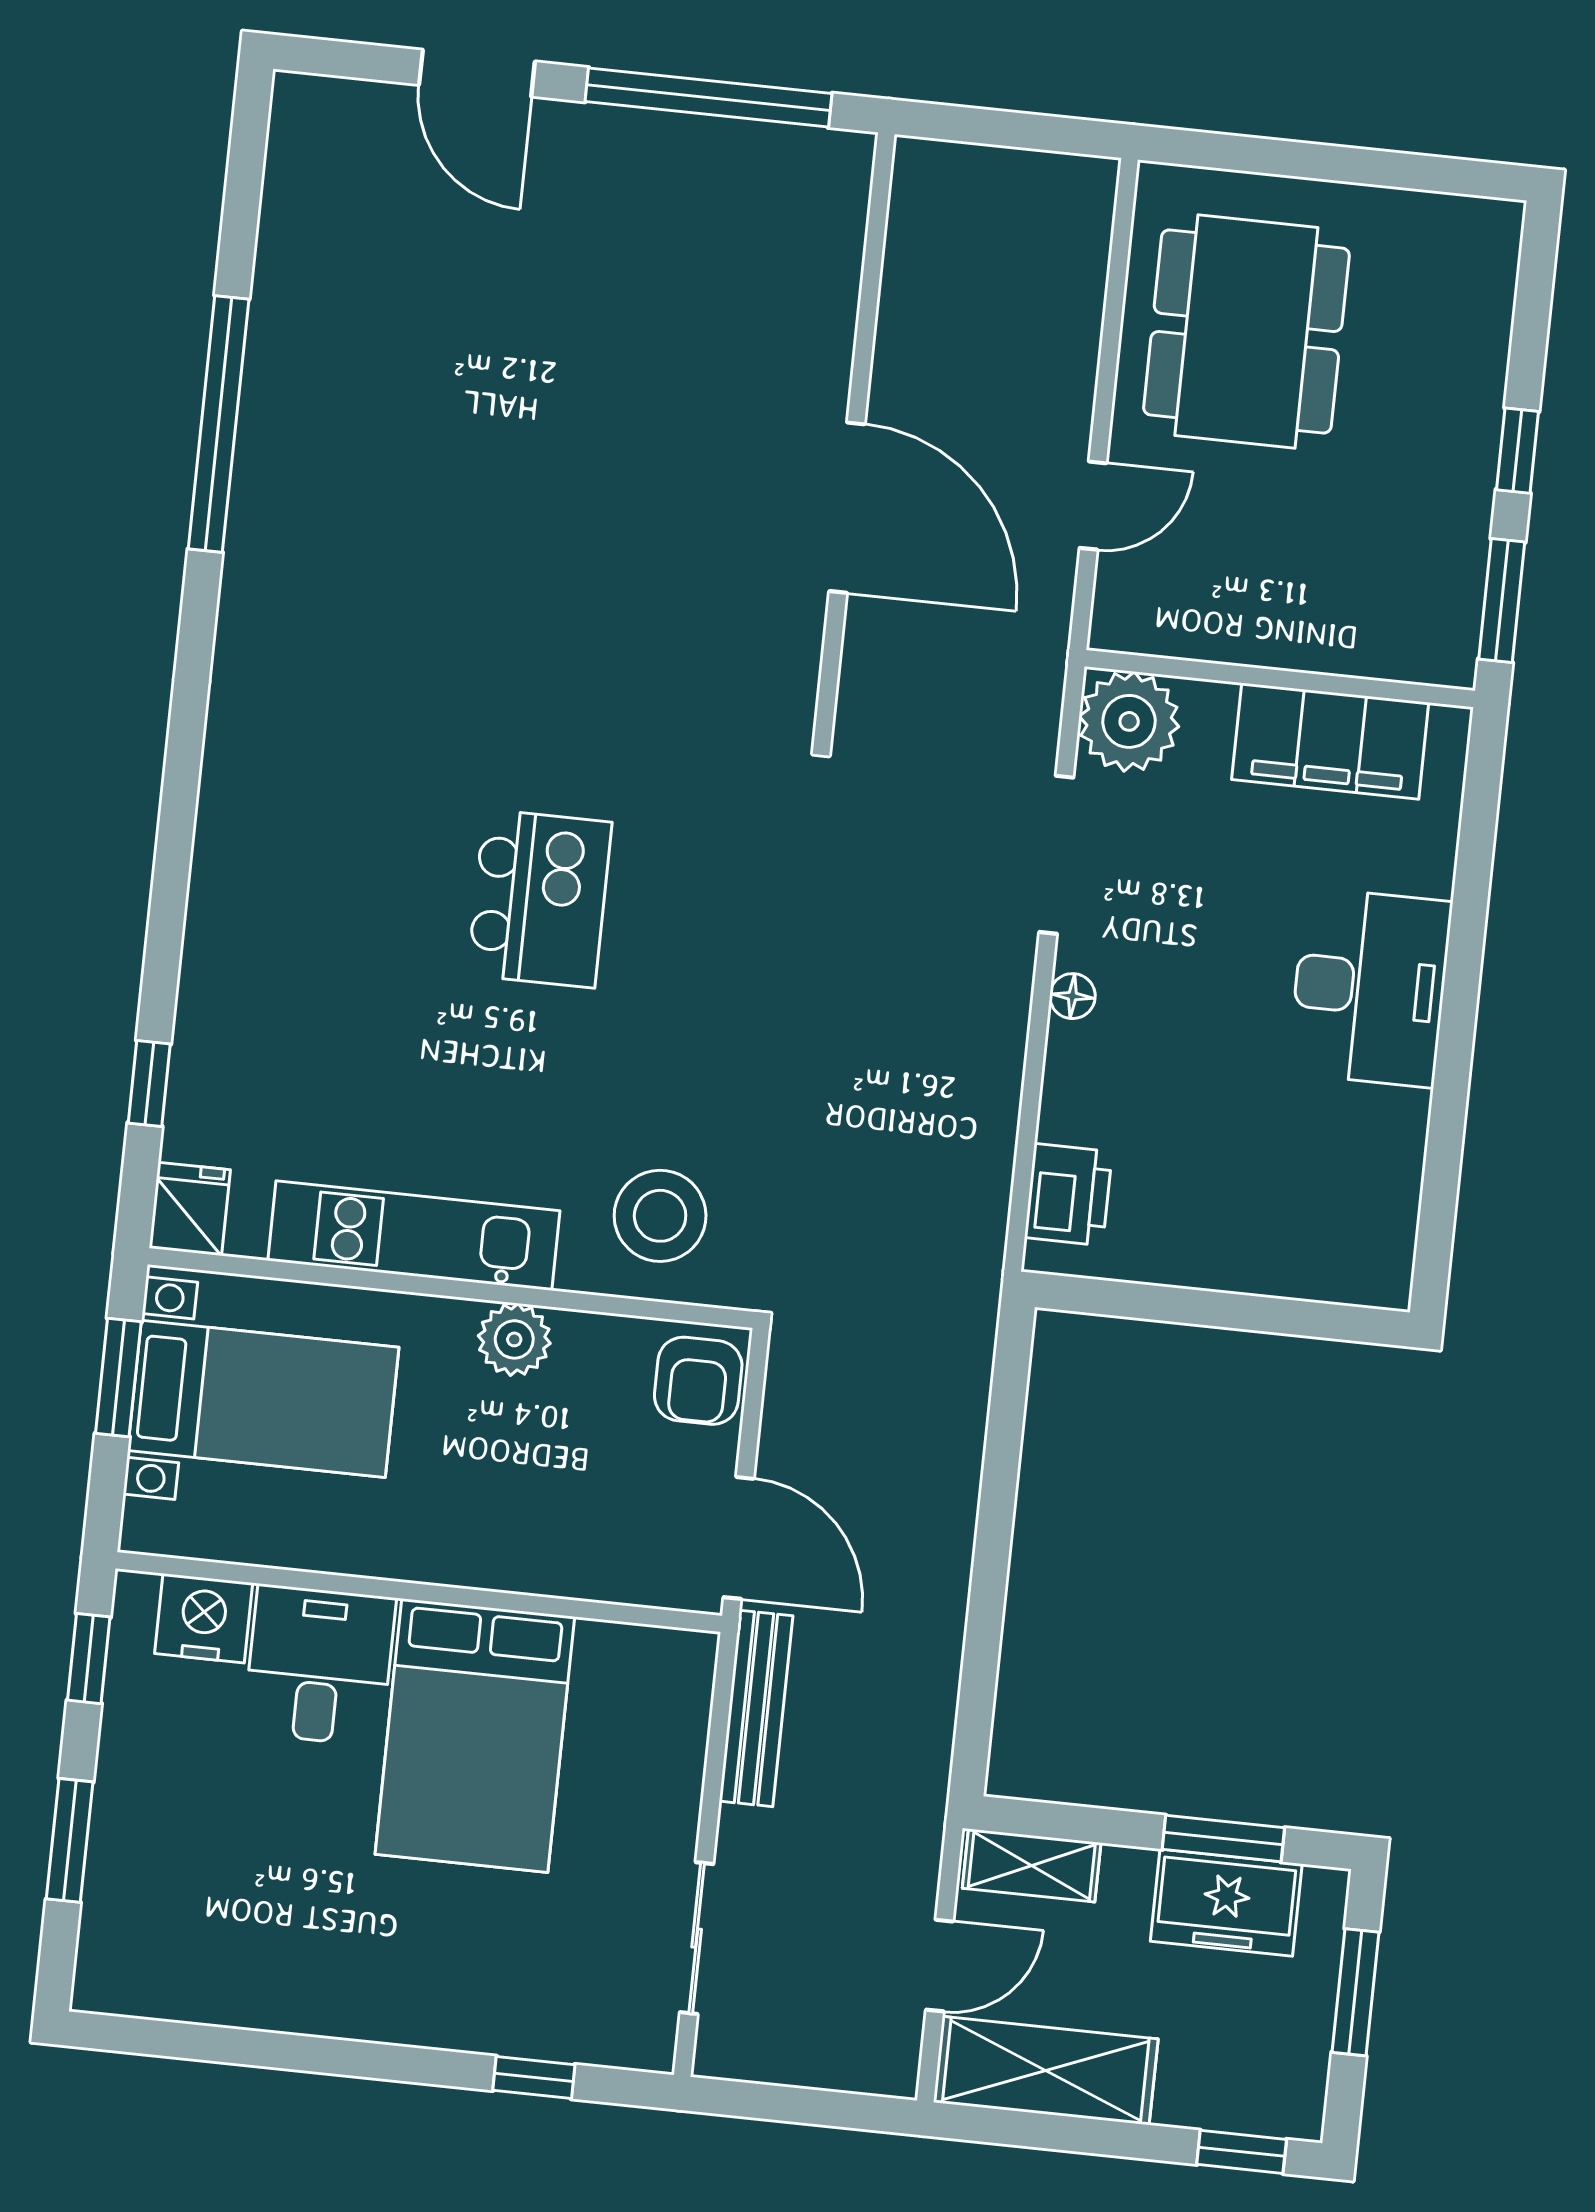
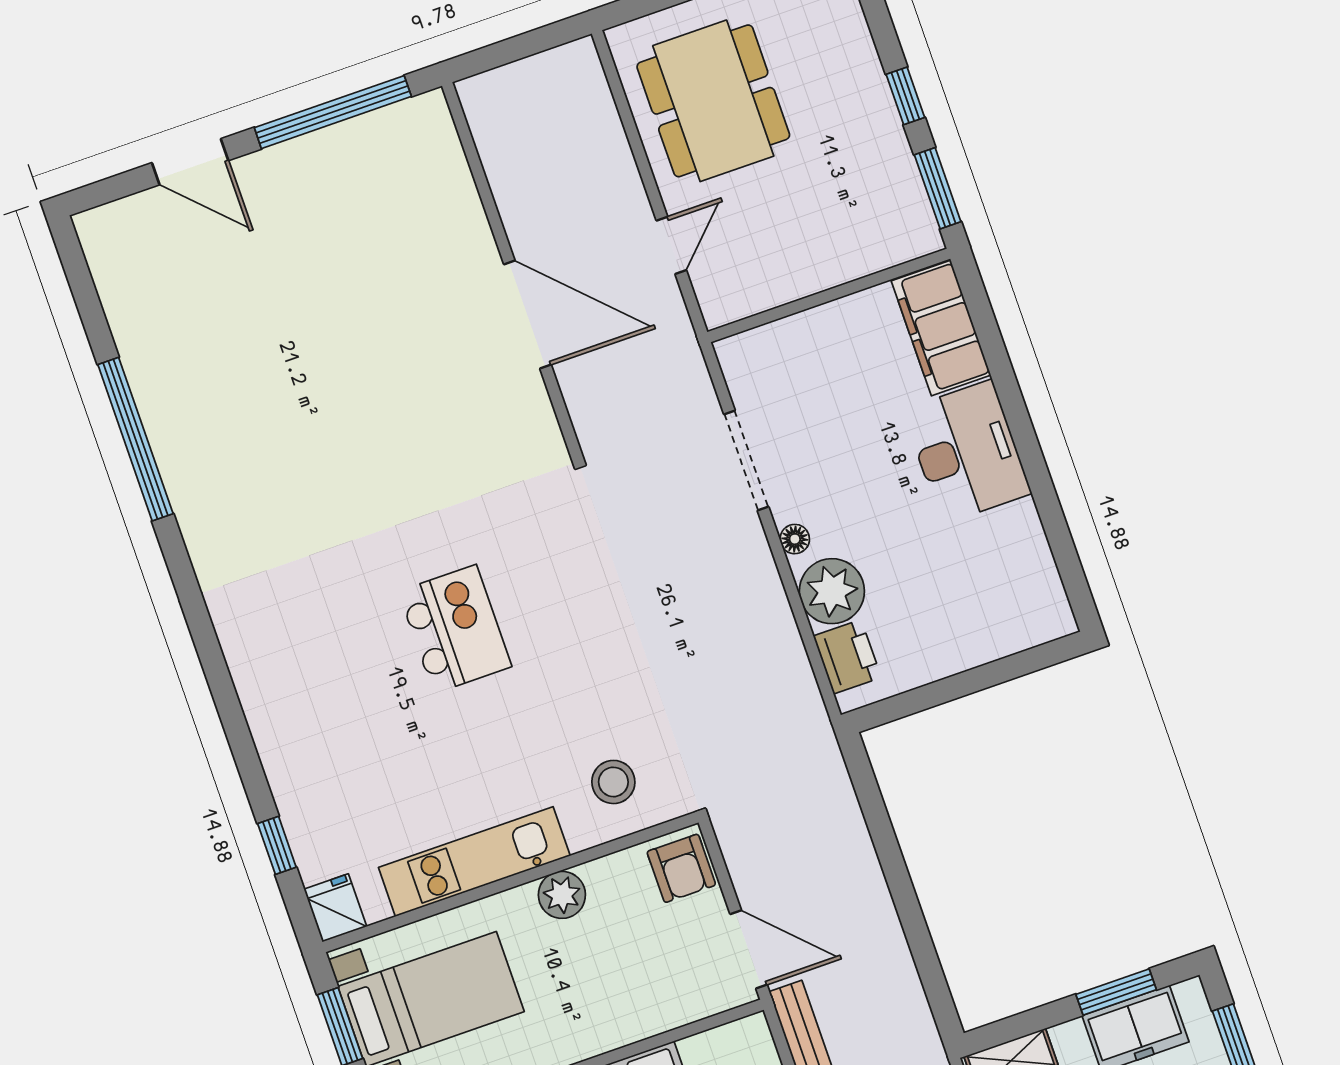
plant: (1129, 721) -> (832, 591), moved
filing cabinet: (1330, 741) -> (941, 328), moved, turned 90
stool: (660, 1216) -> (613, 782), width x0.73, depth x0.73

